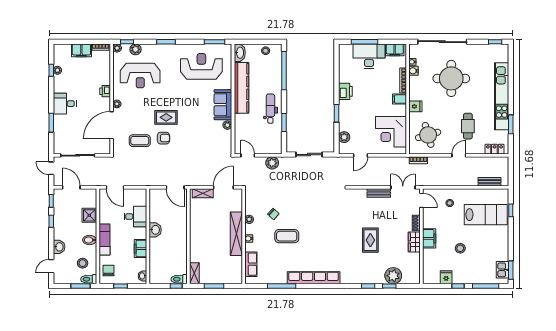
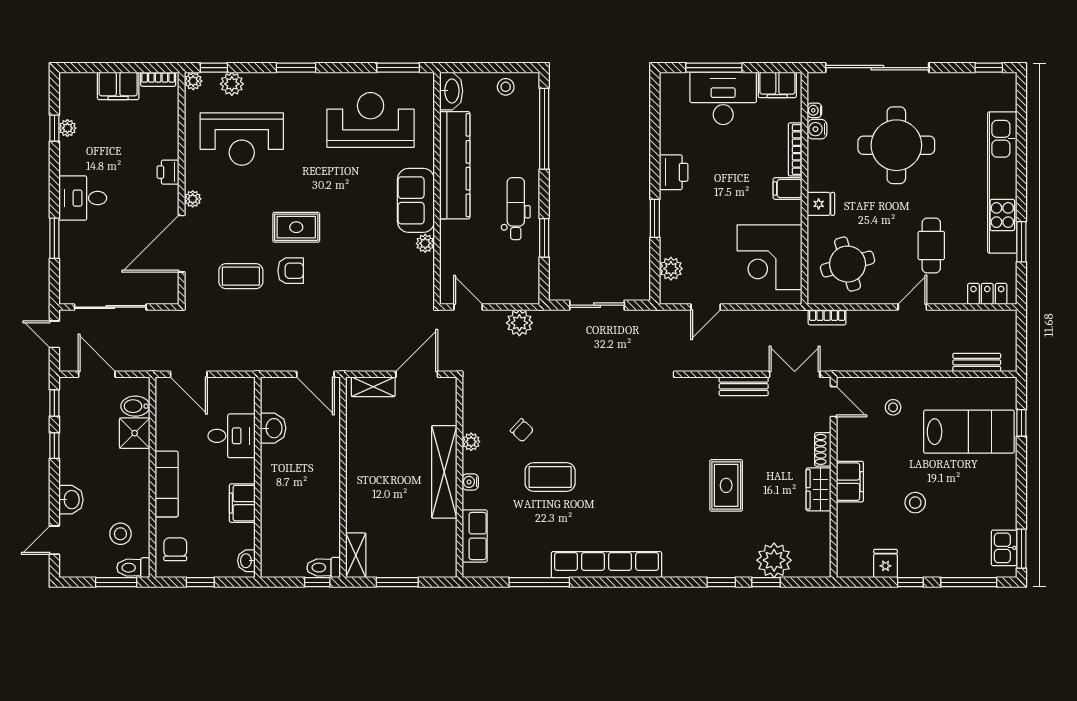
washbasin: (155, 230) -> (273, 428), moved
bidet: (90, 240) -> (135, 406), moved

